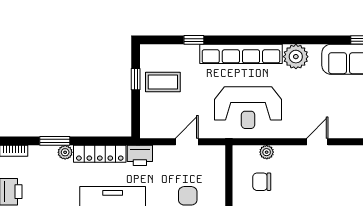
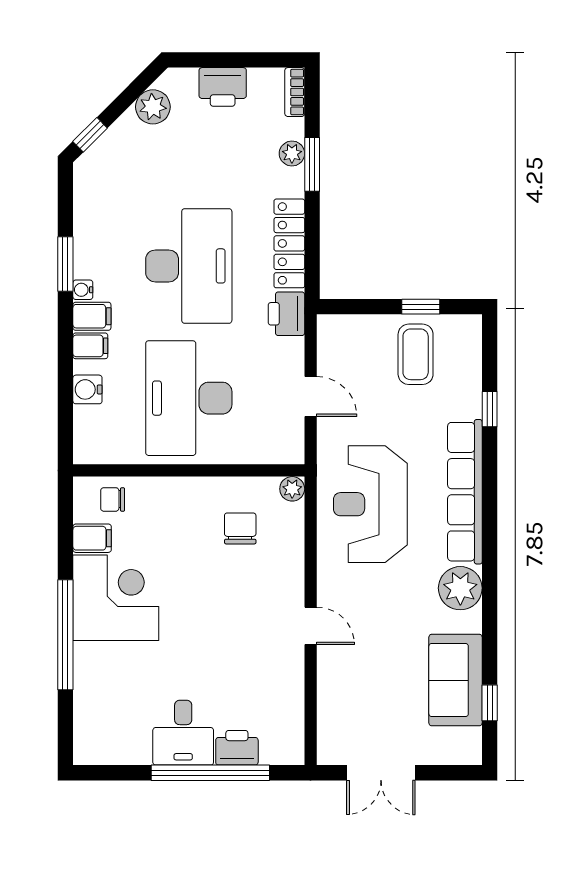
plant: (65, 152) -> (292, 154), moved
plant: (267, 152) -> (292, 489), moved

